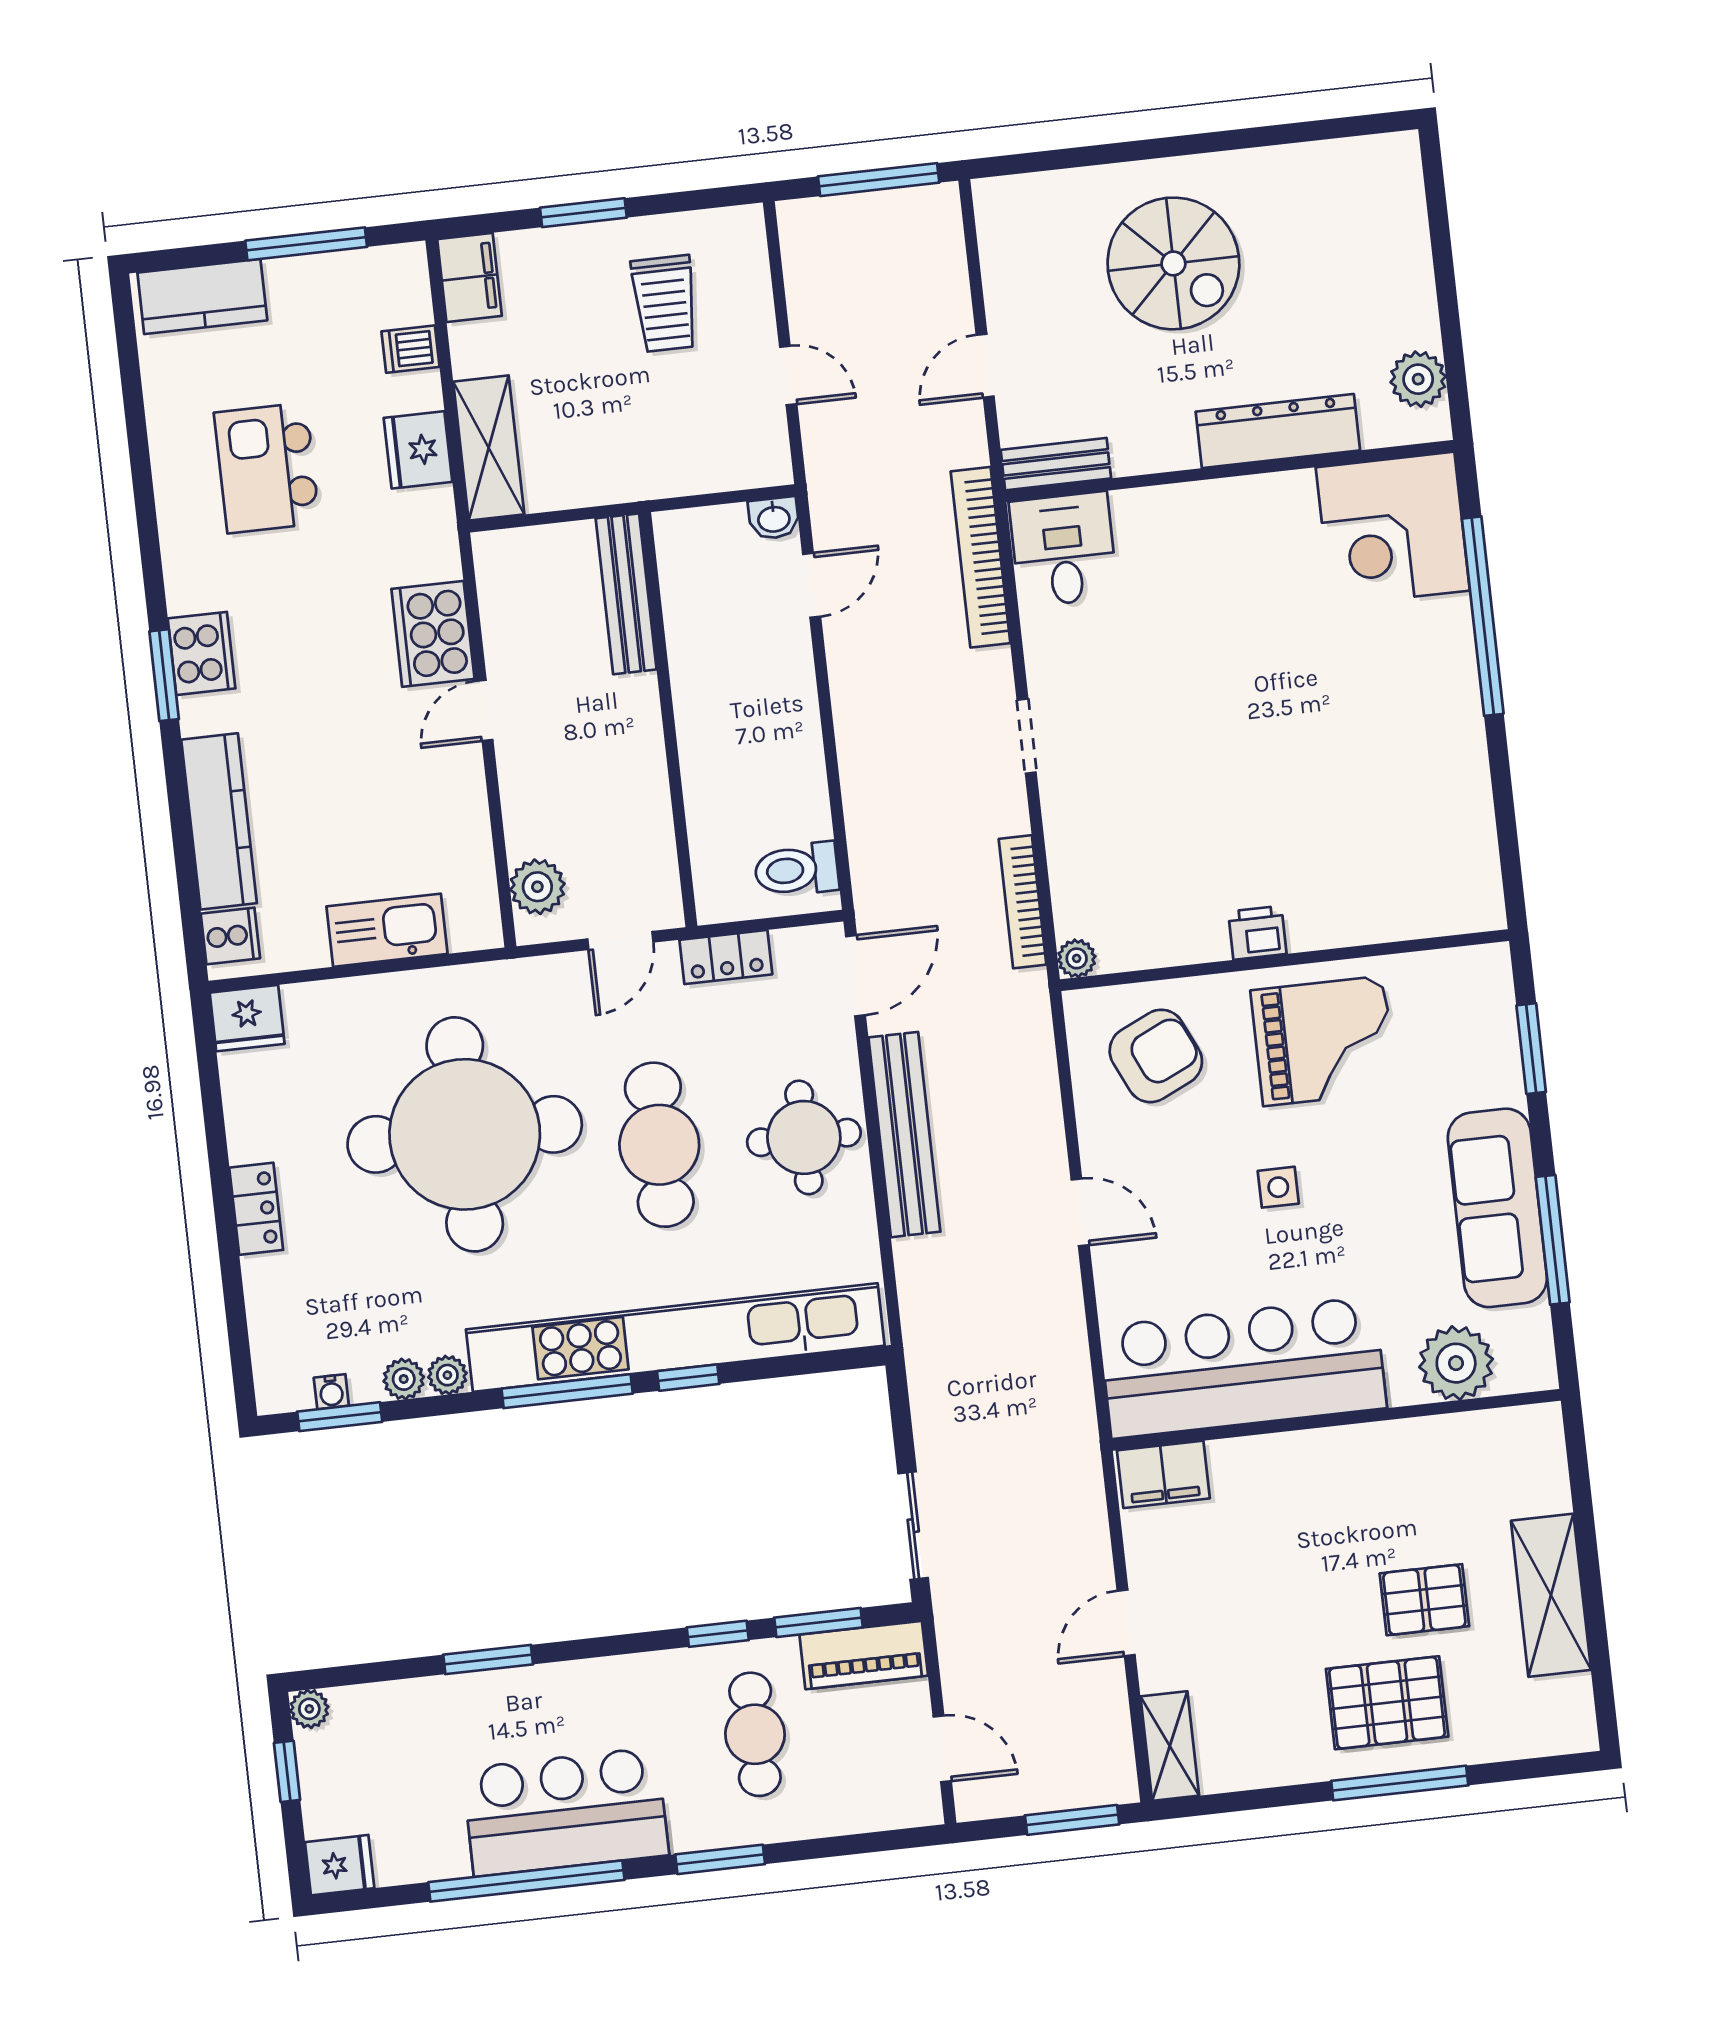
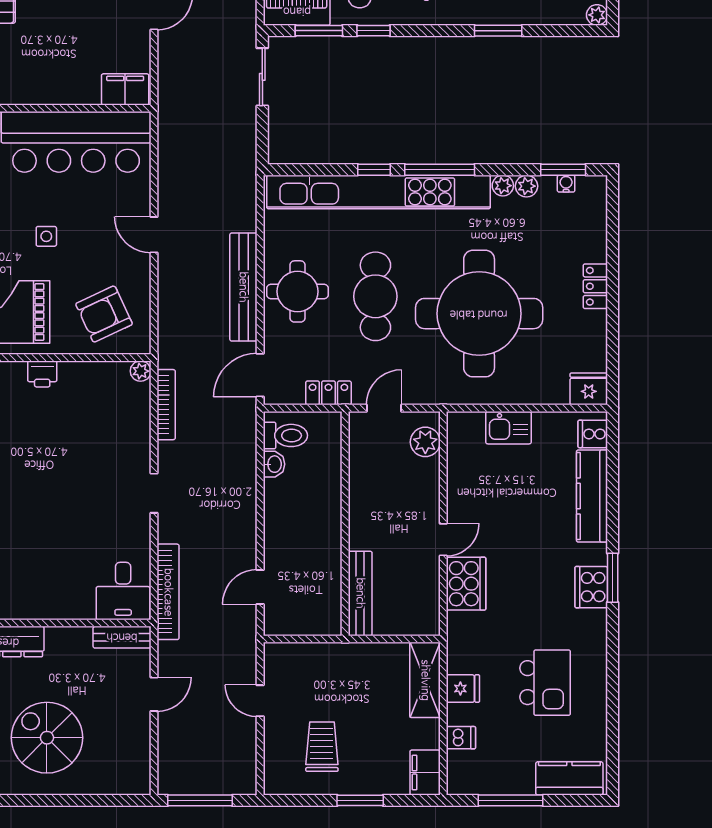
fridge: (418, 450) -> (463, 689), width x0.72
washbasin: (774, 518) -> (274, 464), moved, turned 90
kitchen sink: (387, 930) -> (509, 428), width x0.73

